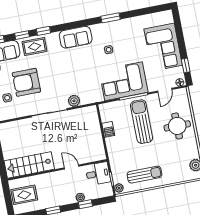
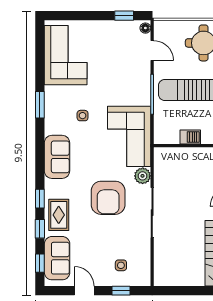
corner sofa: (163, 47) -> (66, 55), moved, turned -90
corner sofa: (124, 81) -> (129, 136), moved
armchair: (26, 82) -> (108, 198), moved

